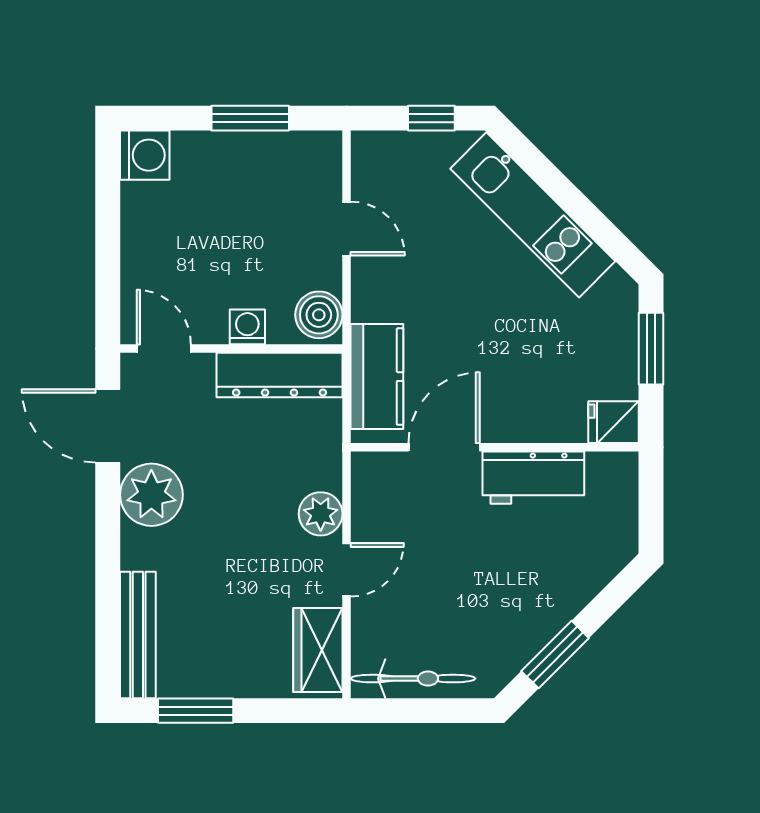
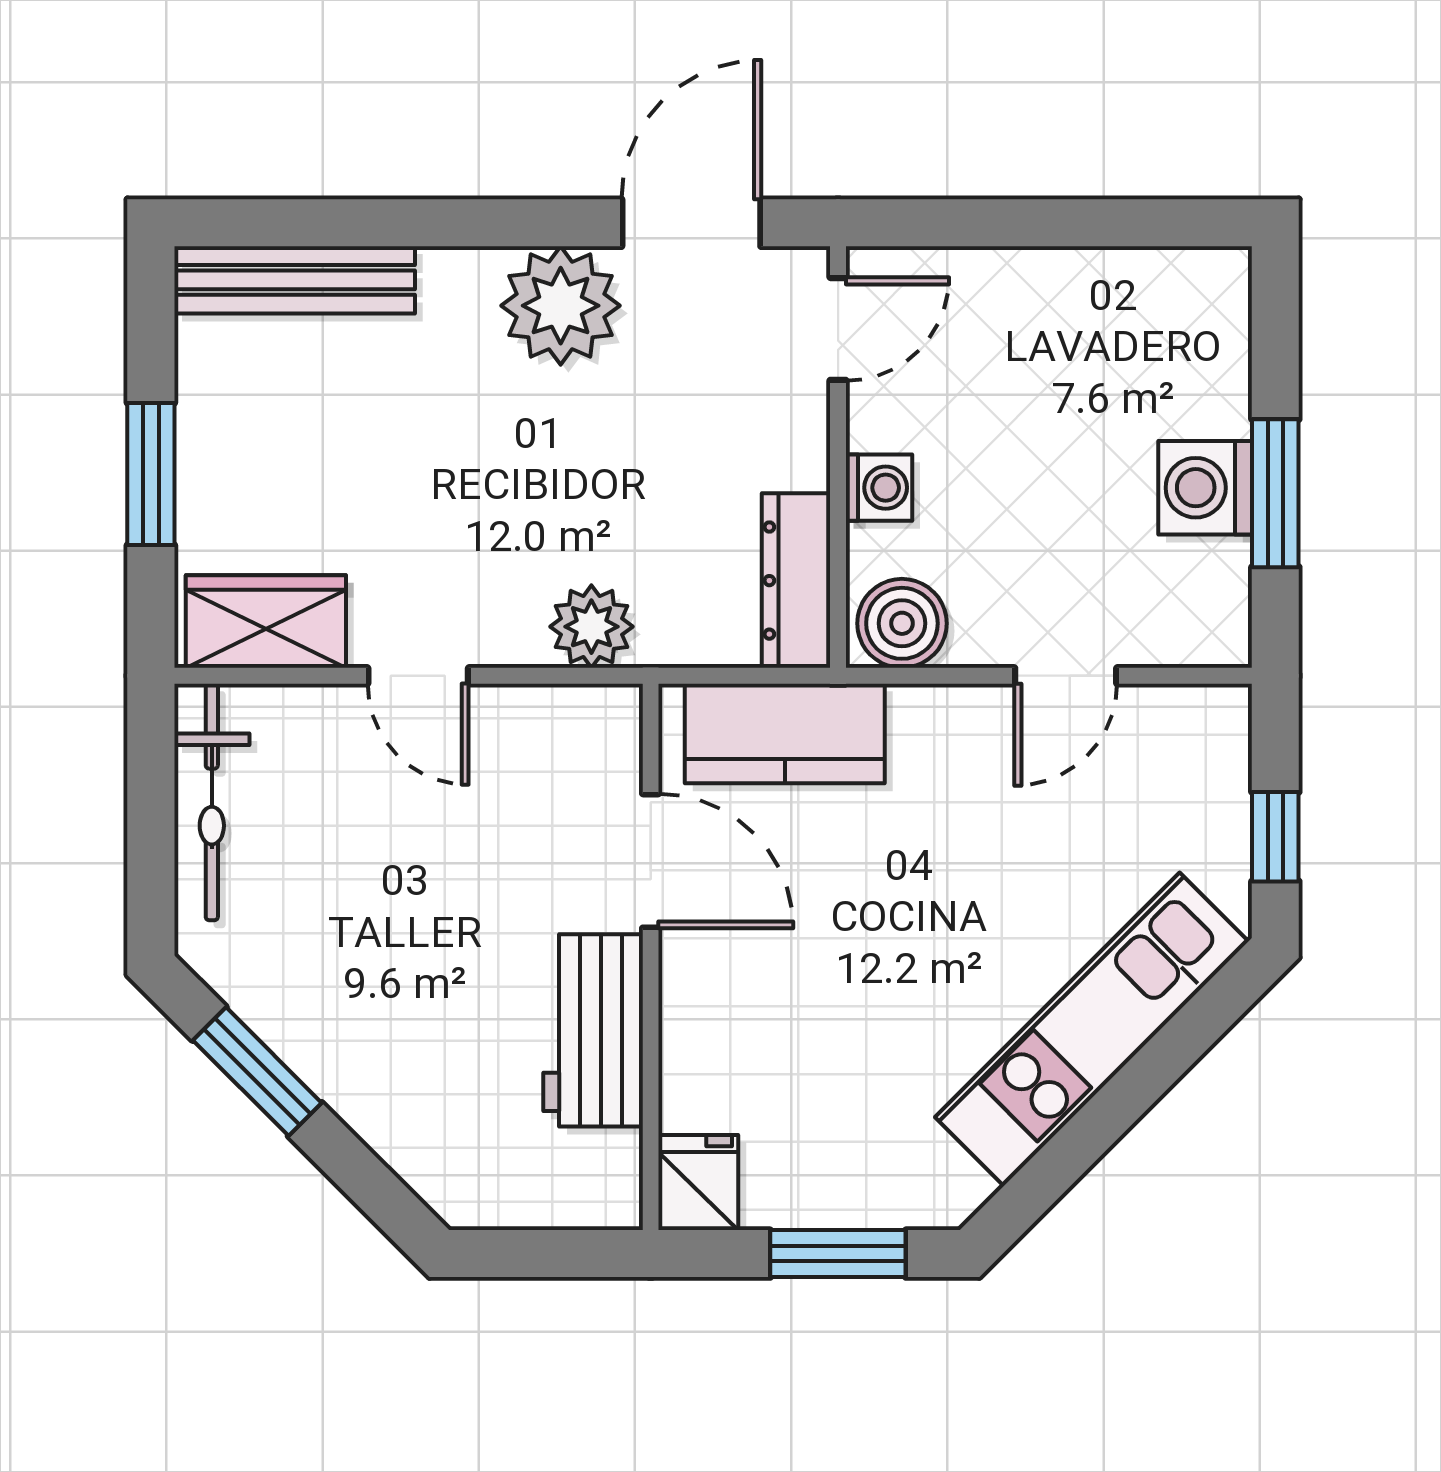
washing machine: (145, 155) -> (1205, 488), moved, turned 90
dresser: (280, 375) -> (796, 581), width x0.73, depth x0.80
plant: (321, 514) -> (591, 627), moved
window: (196, 711) -> (151, 474), moved

